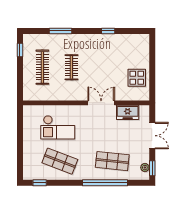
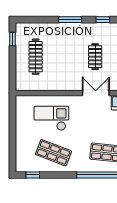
window: (60, 31) -> (70, 20), moved
clothes rail: (71, 67) -> (95, 57), moved
checkout: (58, 127) -> (51, 118), turned 180

